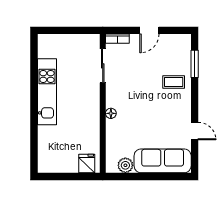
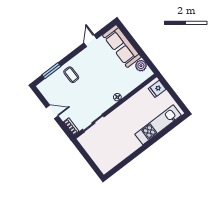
kitchen unit: (47, 92) -> (158, 125), moved

